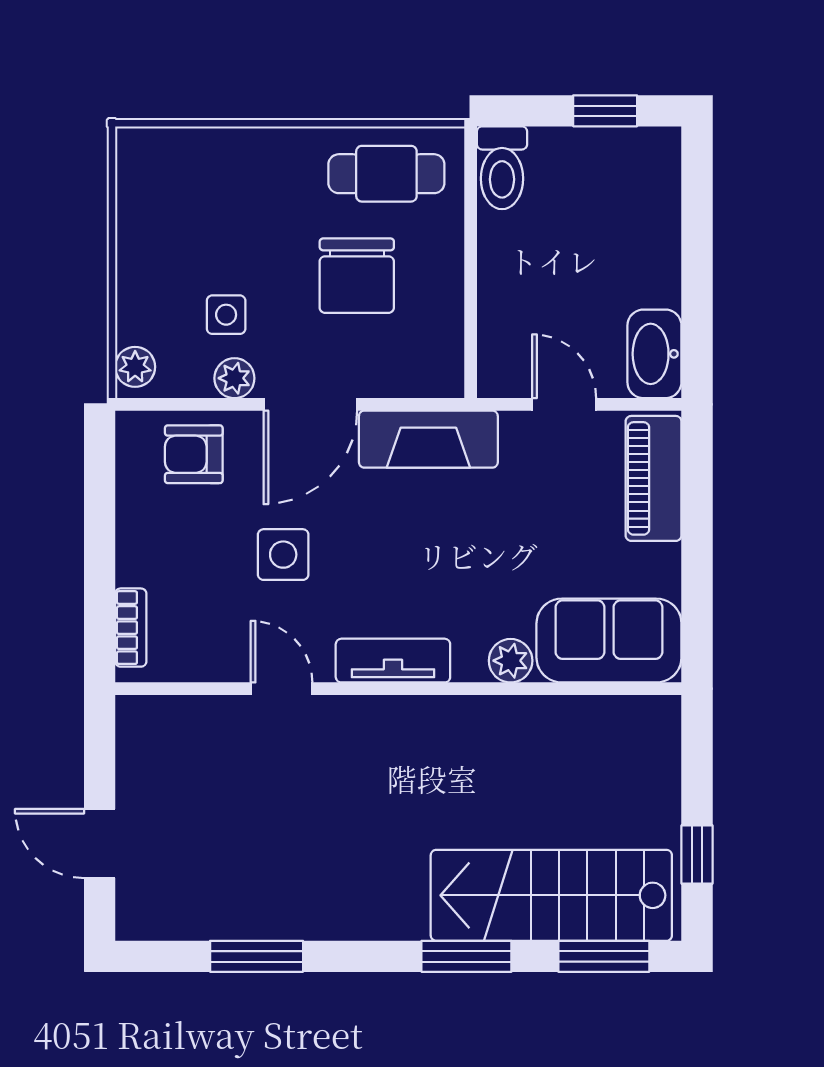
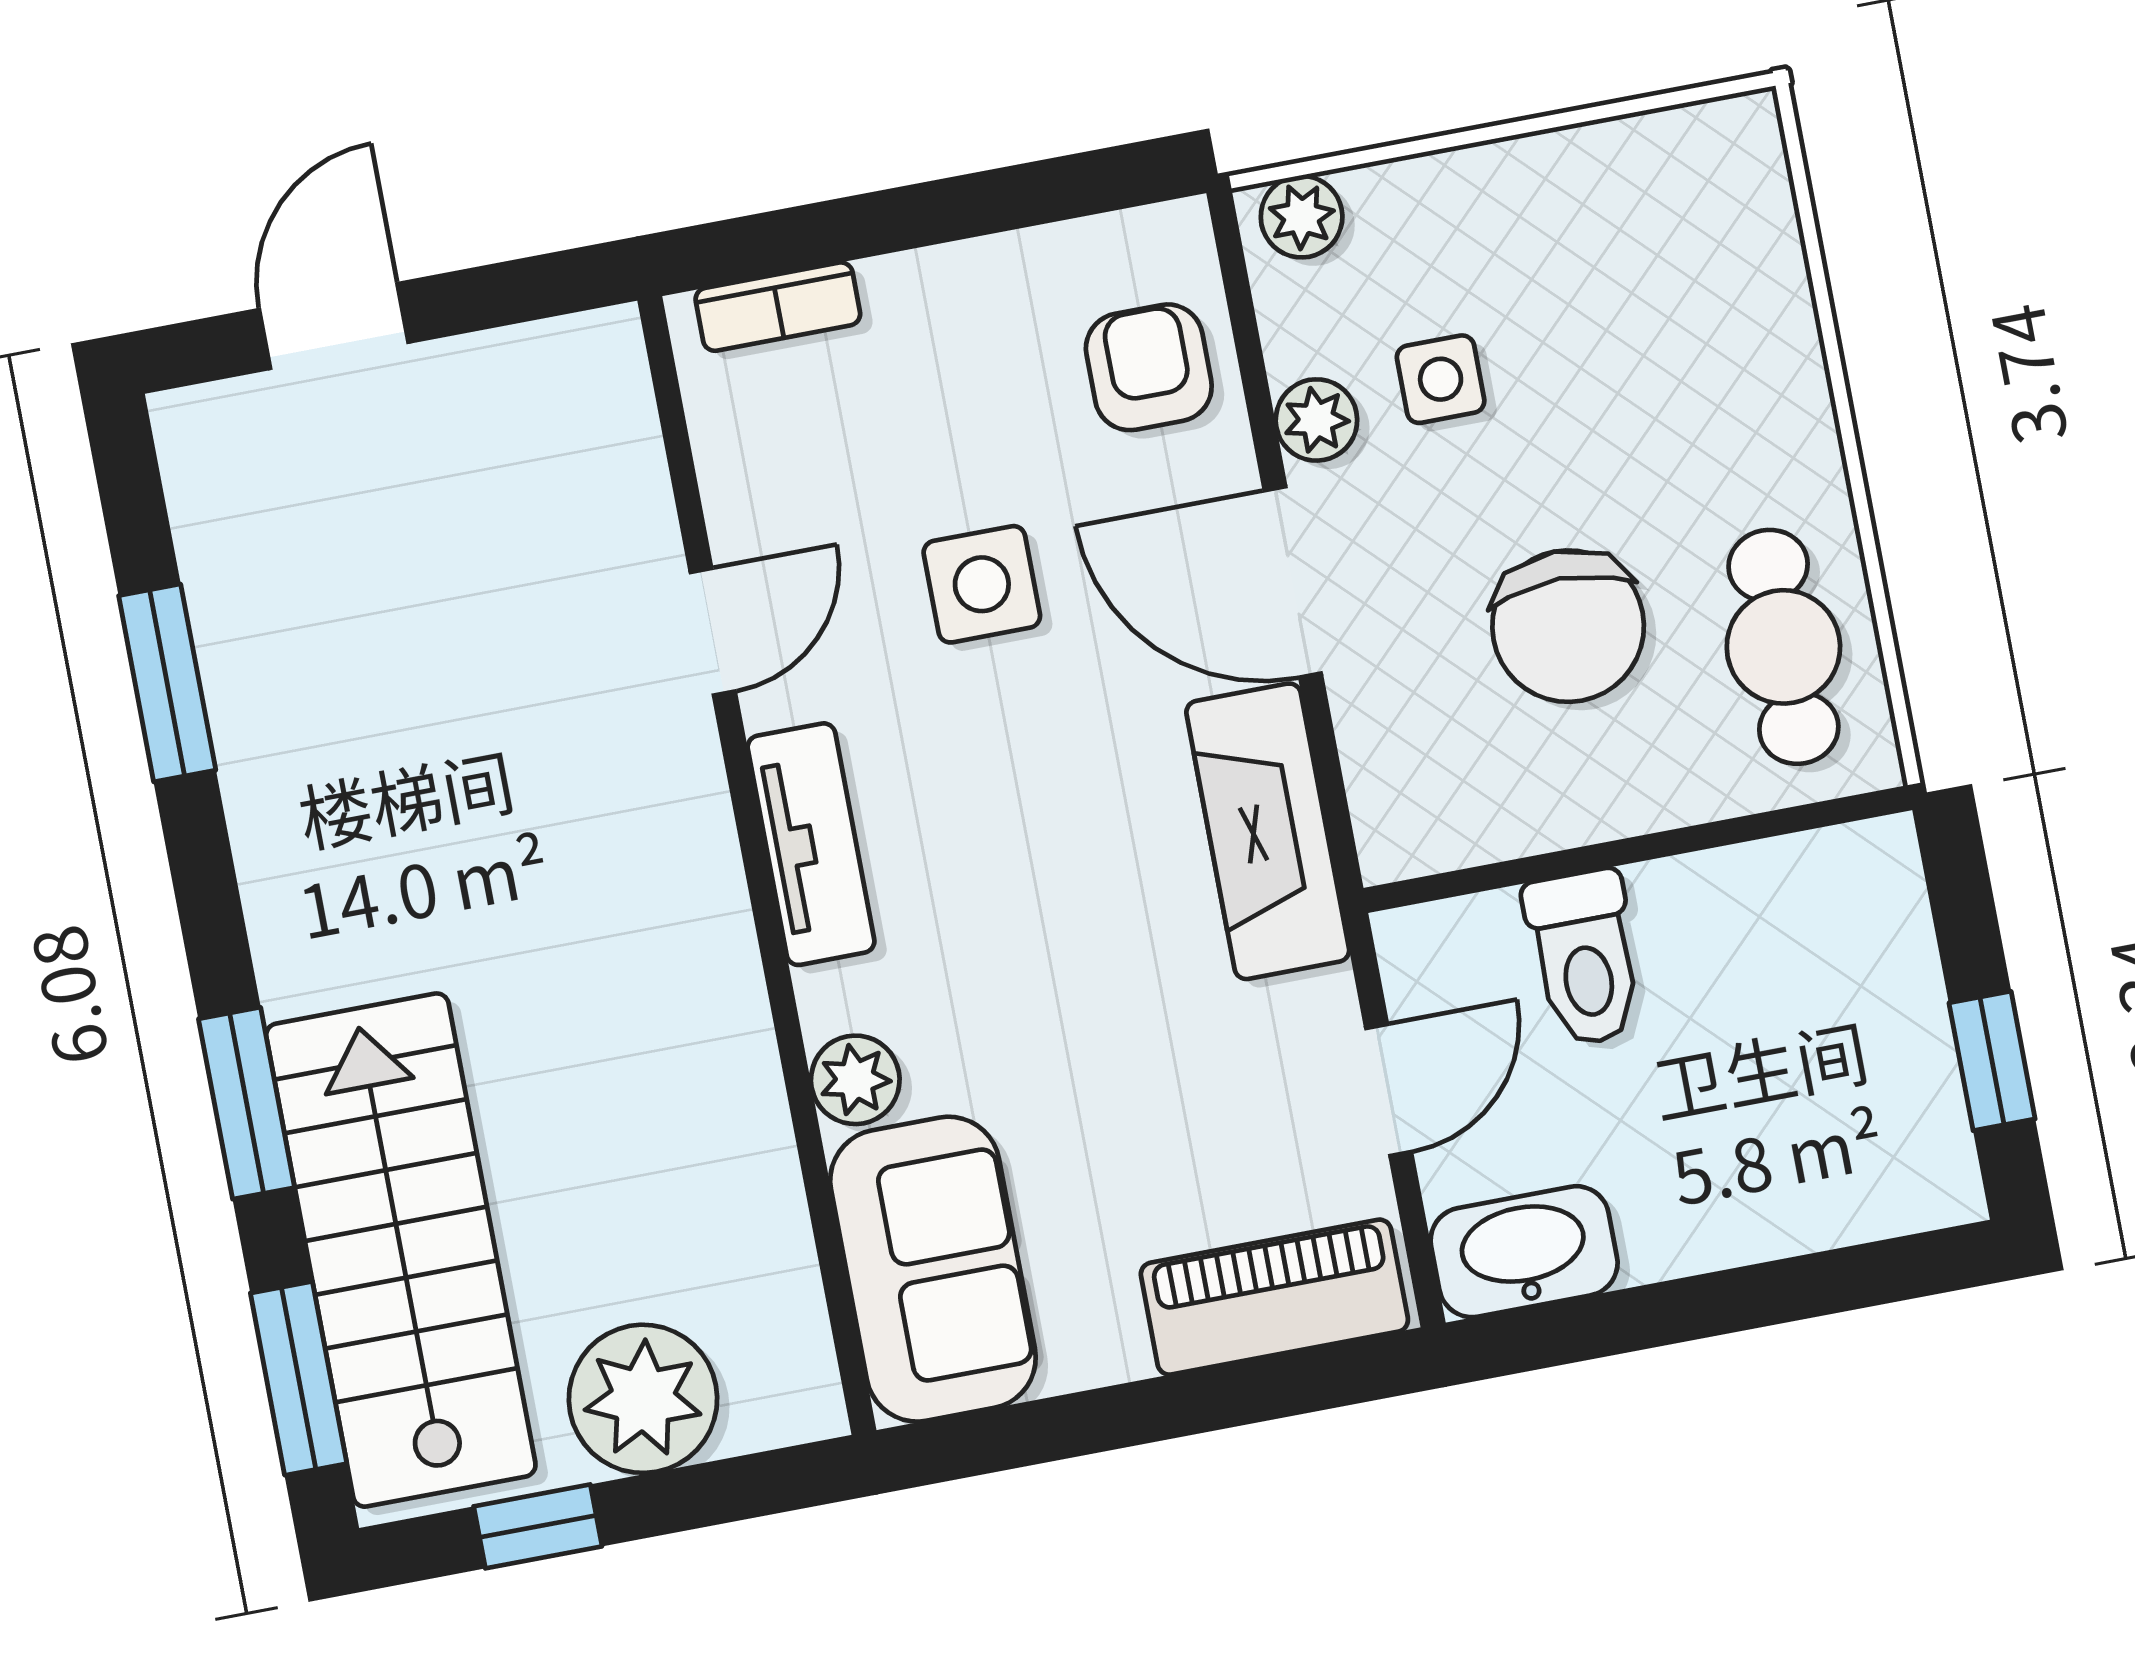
toilet: (502, 168) -> (1584, 958), moved, turned -90
chair: (357, 276) -> (1568, 626), turned -90
plant: (645, 792) -> (643, 1399), added

